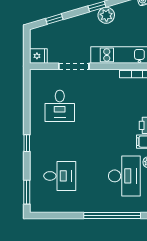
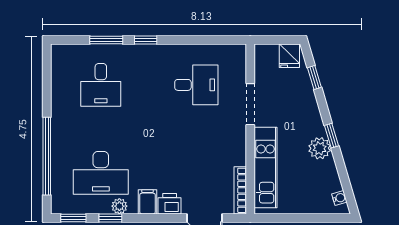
fridge: (38, 56) -> (289, 56), moved
desk: (60, 106) -> (196, 85), turned 180
window: (27, 192) -> (106, 40), moved

